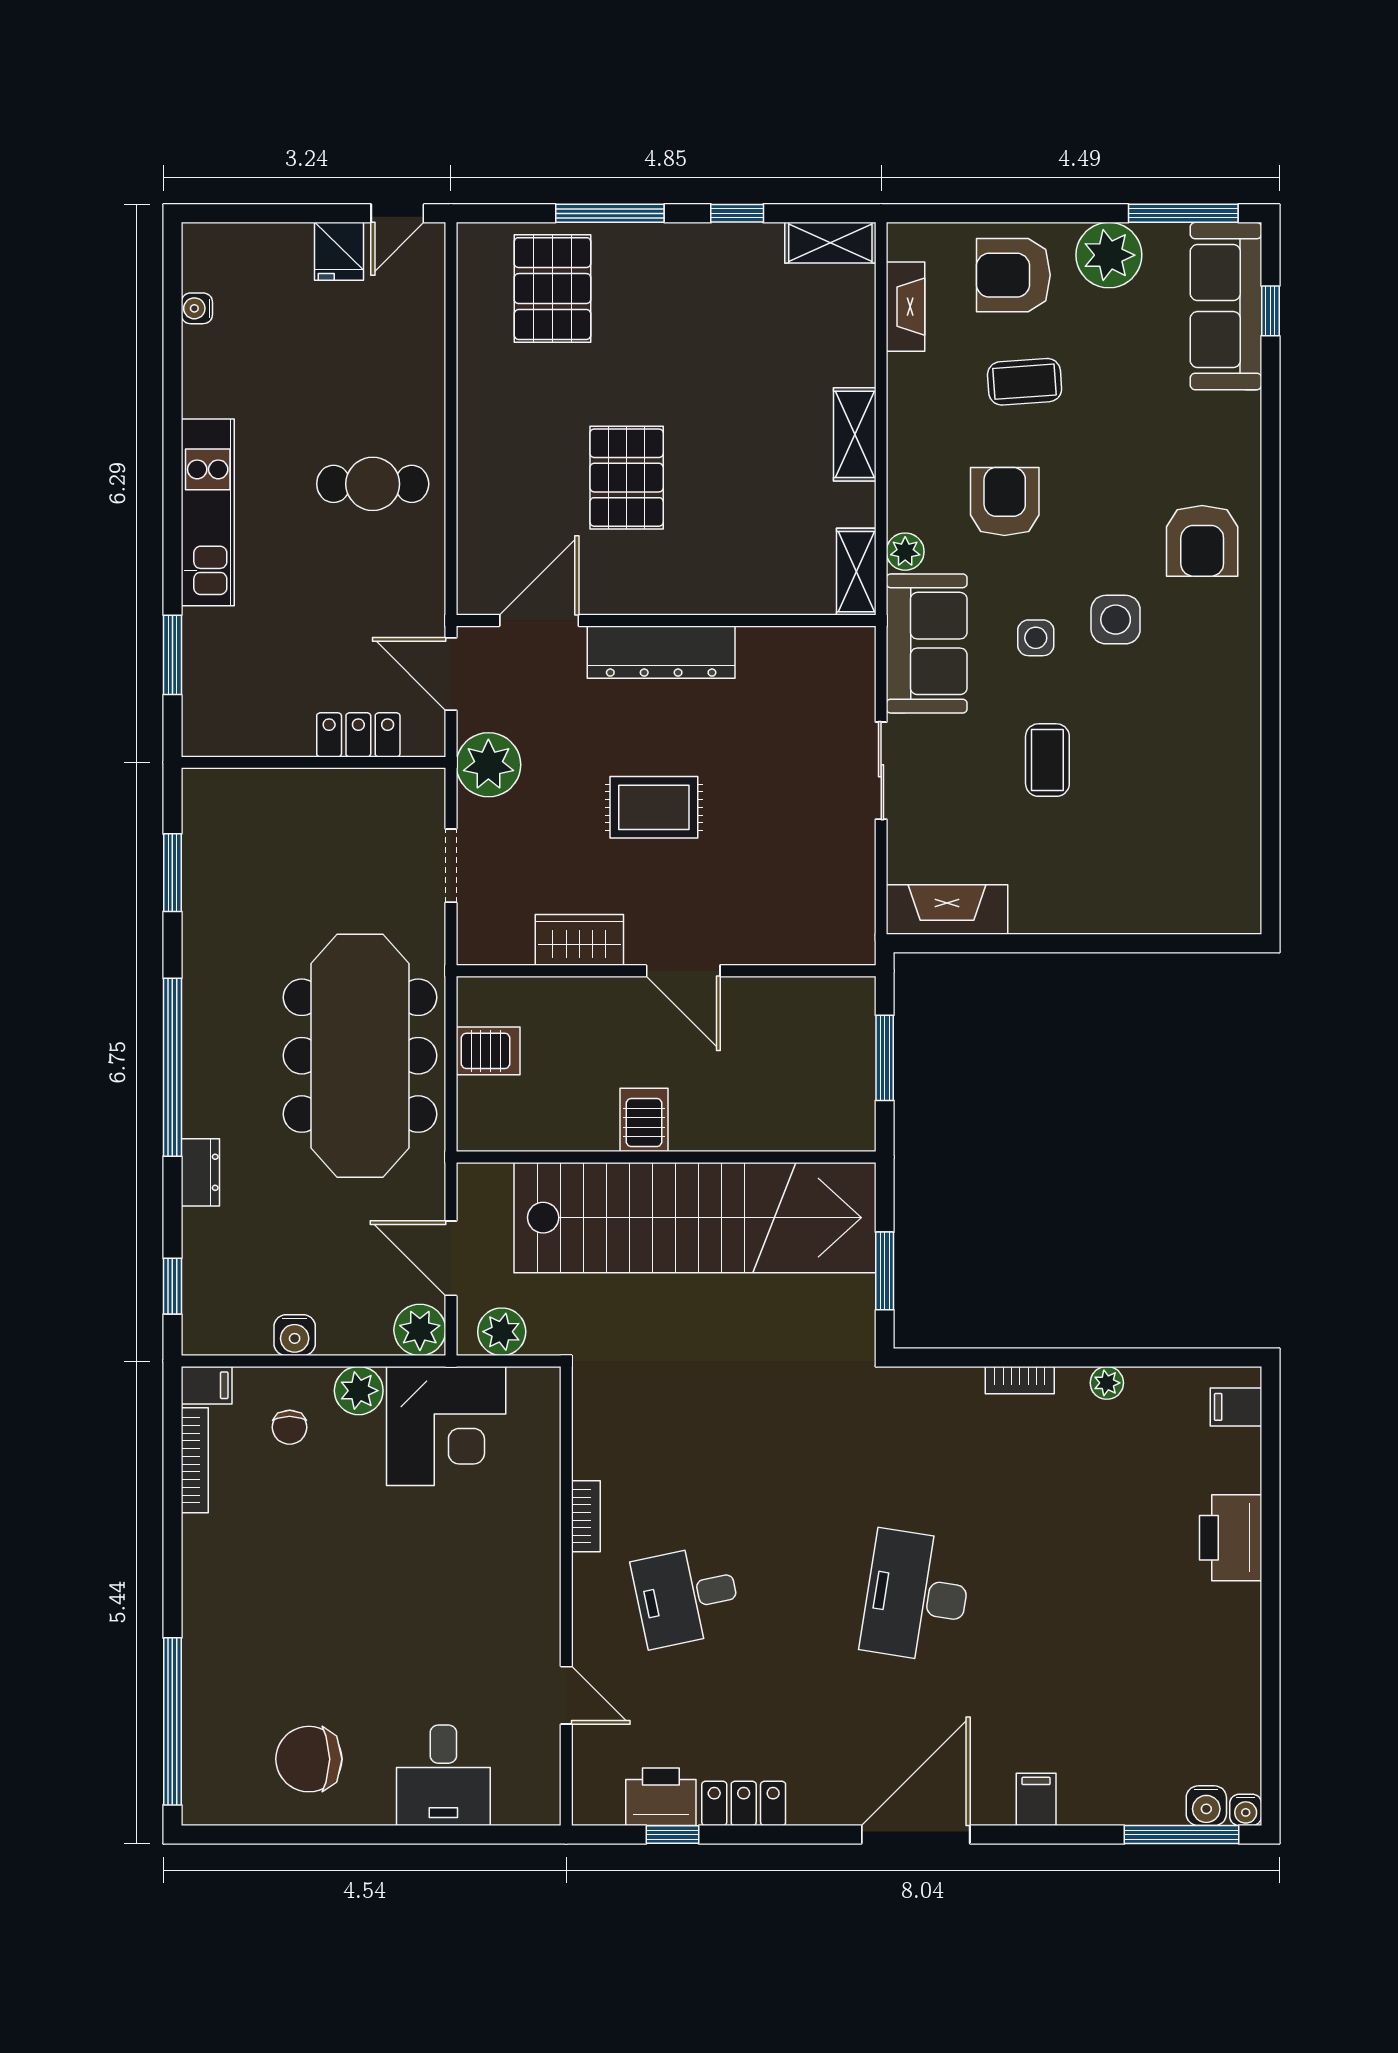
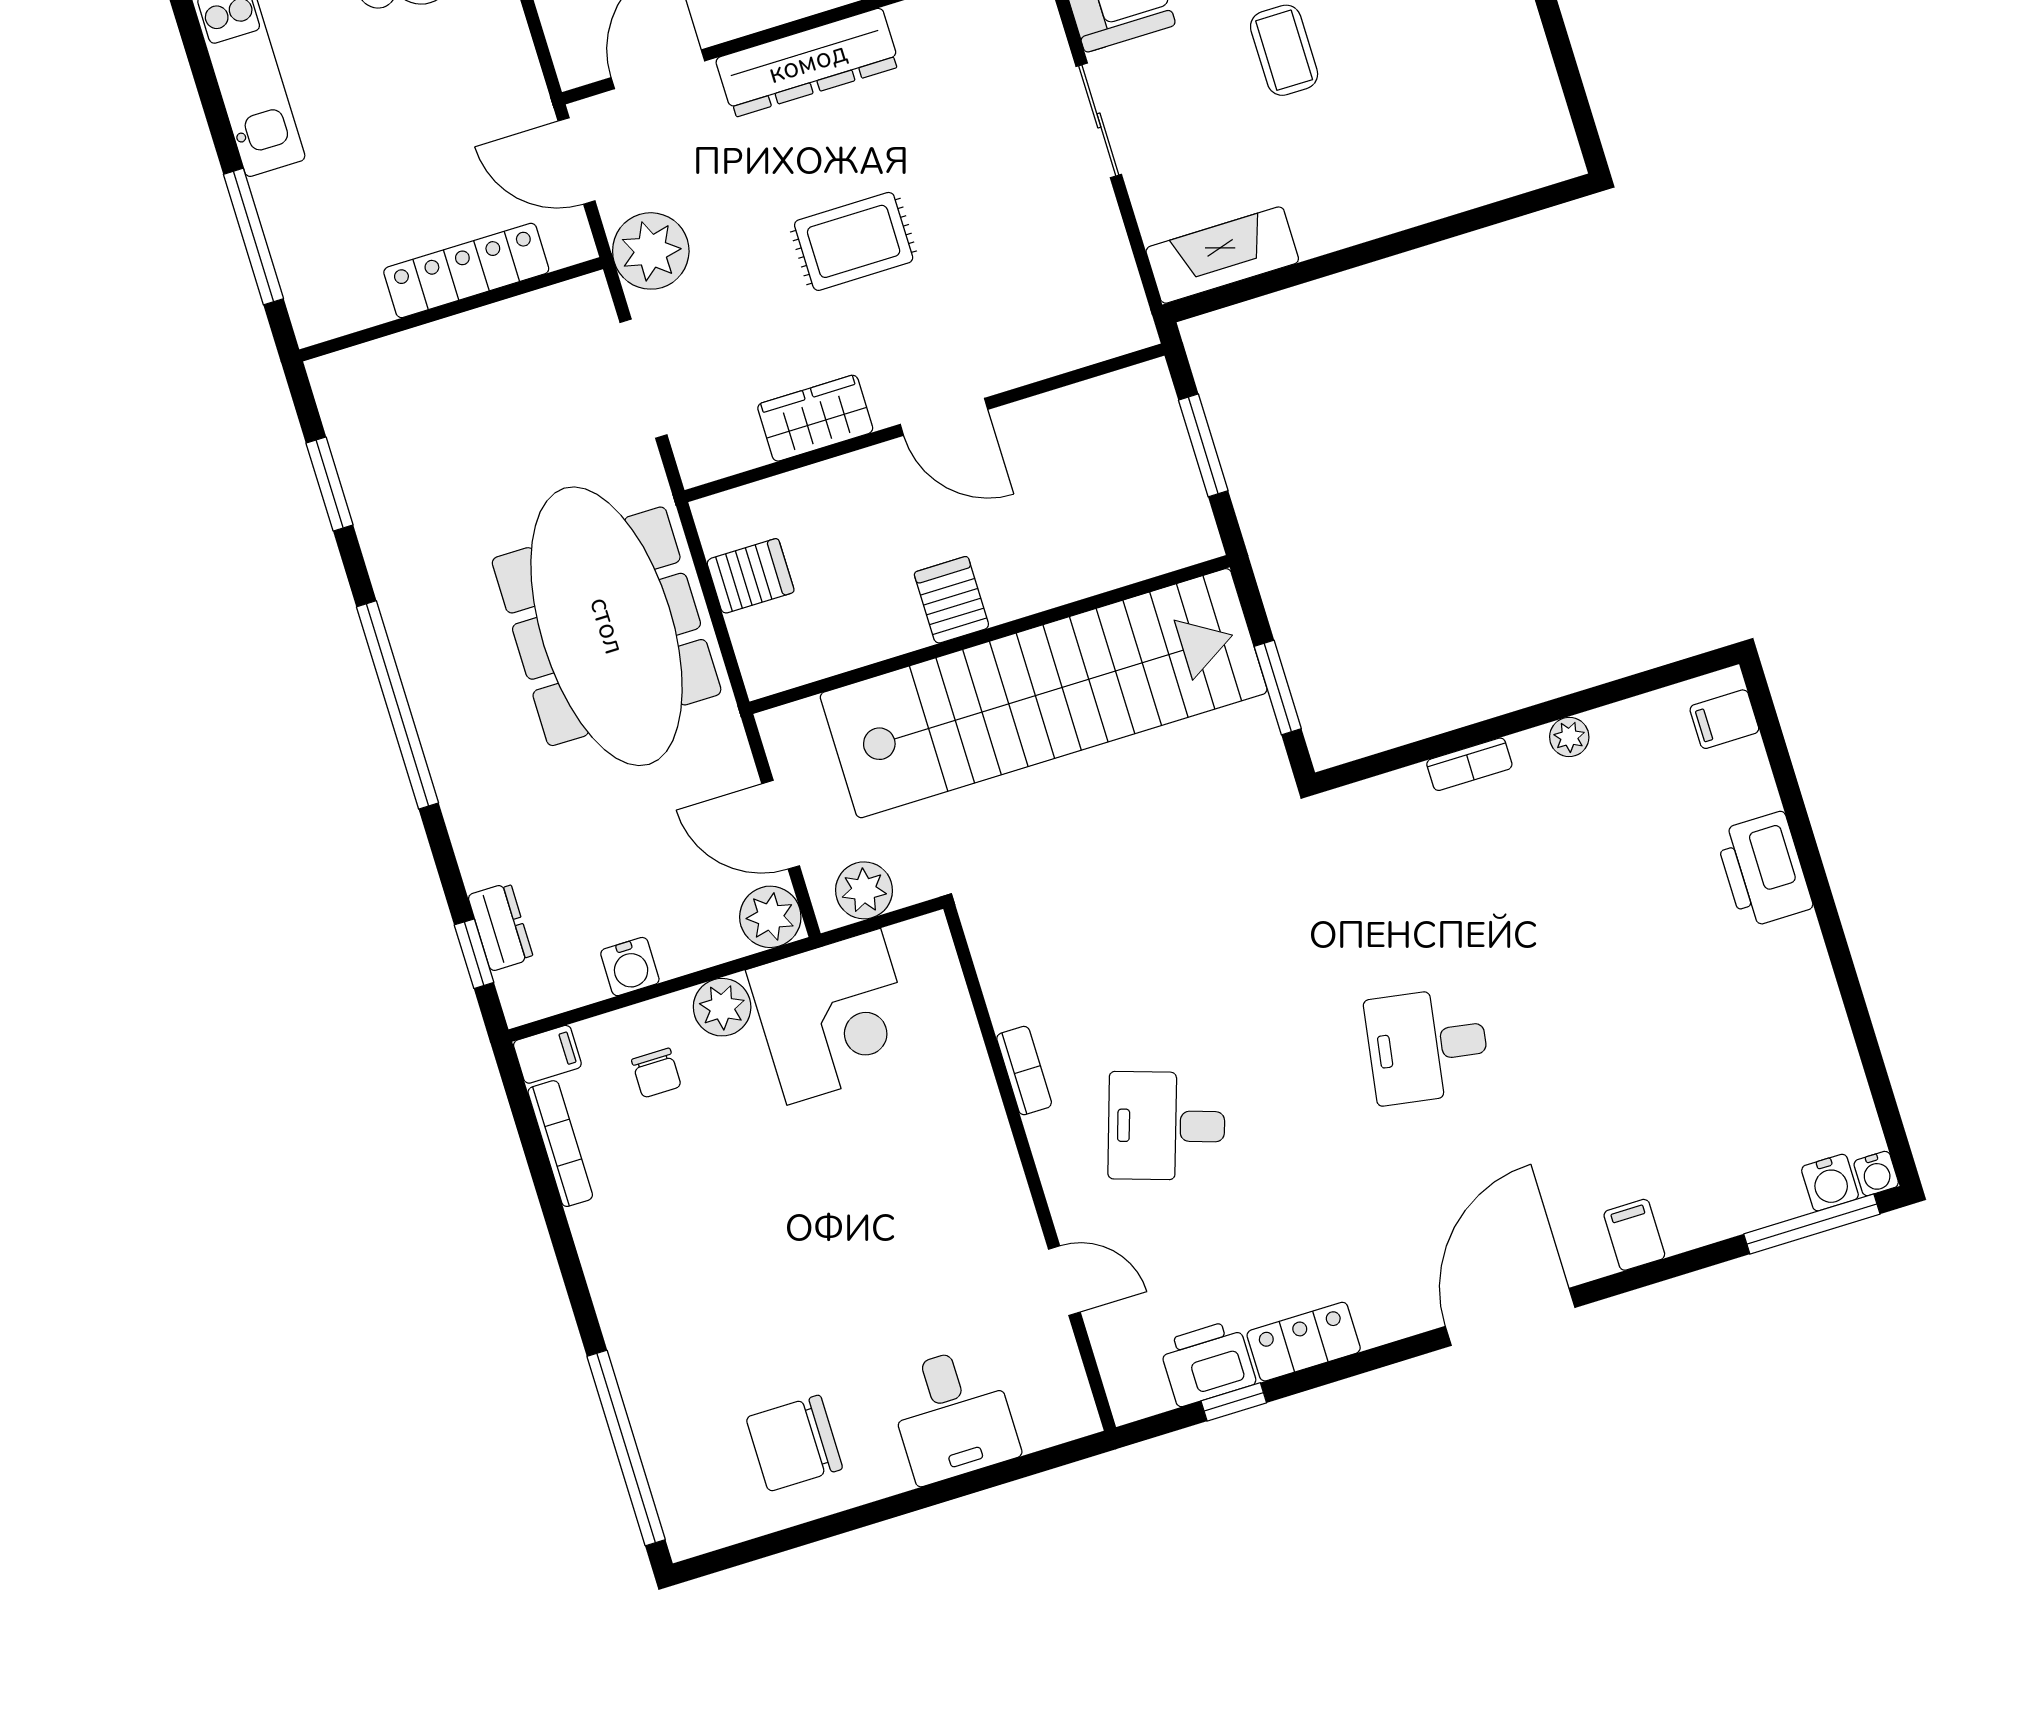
window: (172, 655) -> (253, 237), width x1.44
locker: (358, 735) -> (466, 270), width x1.53
doorway: (451, 866) -> (643, 379), width x1.38
dresser: (200, 1172) -> (500, 927), moved
desk: (687, 1596) -> (1166, 1126), turned 30
desk: (917, 1596) -> (1428, 1046), width x0.73

